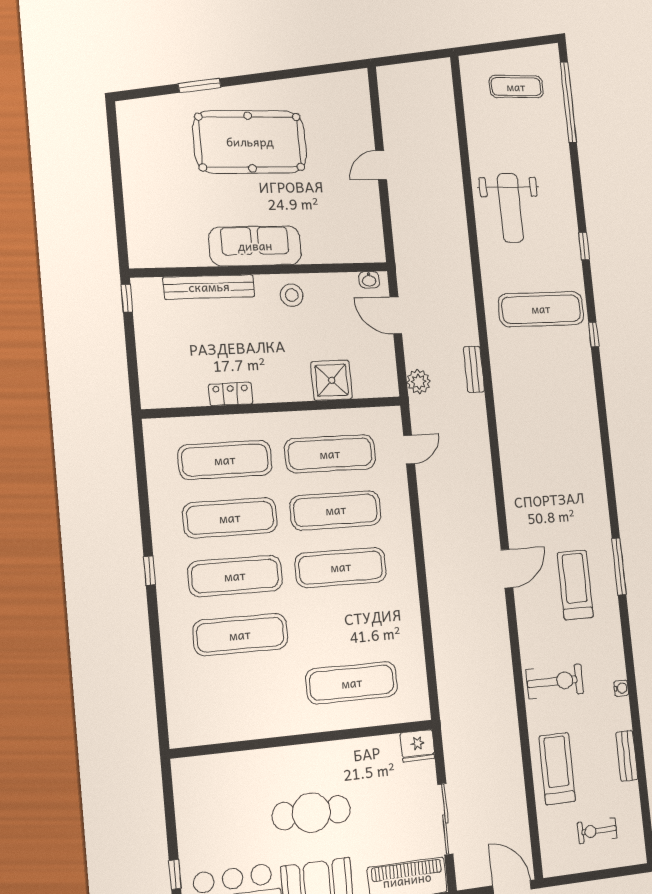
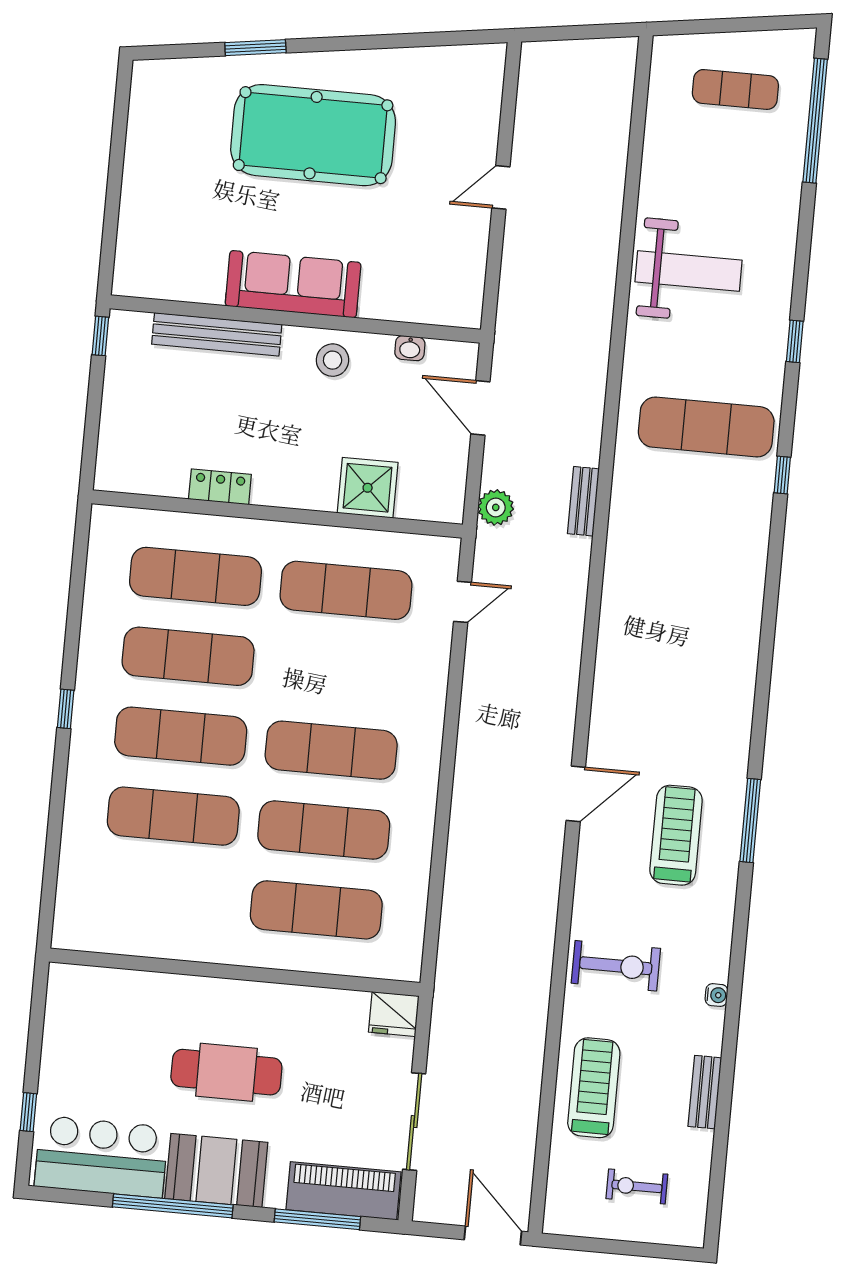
weight bench: (510, 208) -> (689, 271), turned -90
washbasin: (369, 280) -> (410, 348), moved
exercise mat: (336, 510) -> (324, 830), moved

